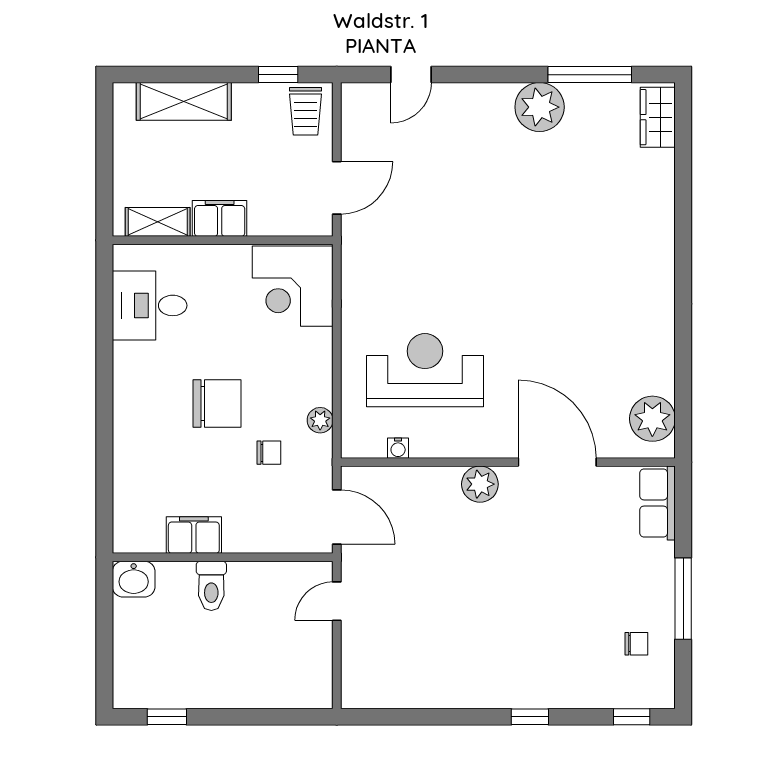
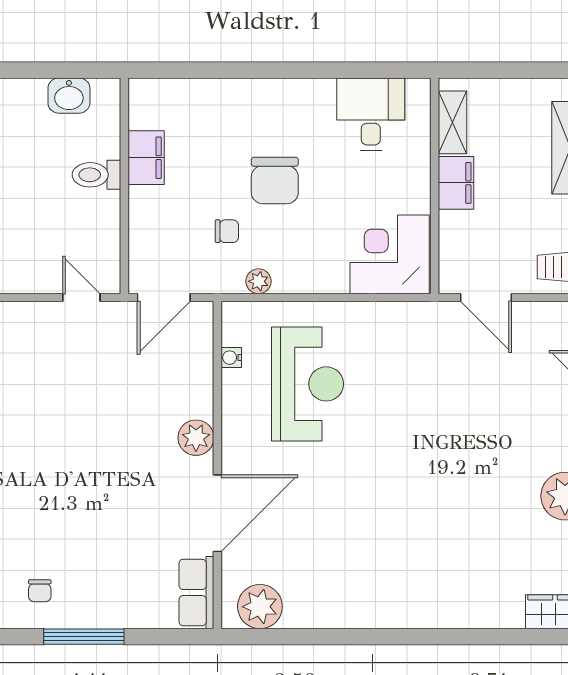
chair: (269, 453) -> (227, 231), turned -90
row of seats: (658, 503) -> (196, 593), moved, turned -90
washbasin: (134, 579) -> (69, 96), moved, turned -90

